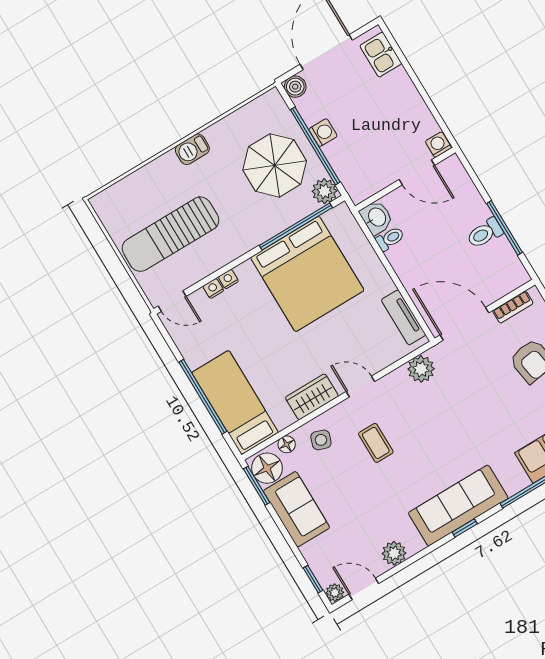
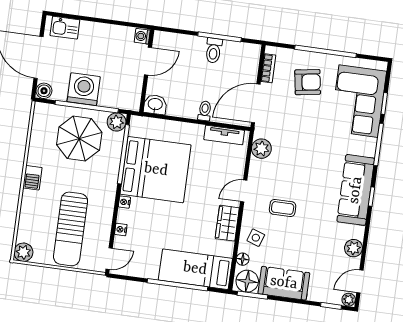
washing machine: (323, 133) -> (84, 89), width x1.89, depth x1.89
plant: (105, 204) -> (23, 252), added
toilet: (390, 239) -> (205, 111), moved
nightstand: (228, 279) -> (124, 202), moved

